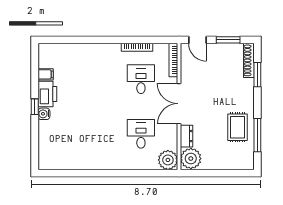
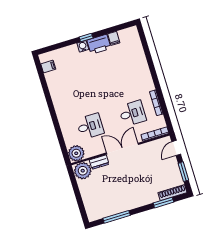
rug: (238, 127) -> (118, 200), removed
filing cabinet: (55, 162) -> (48, 67), added

